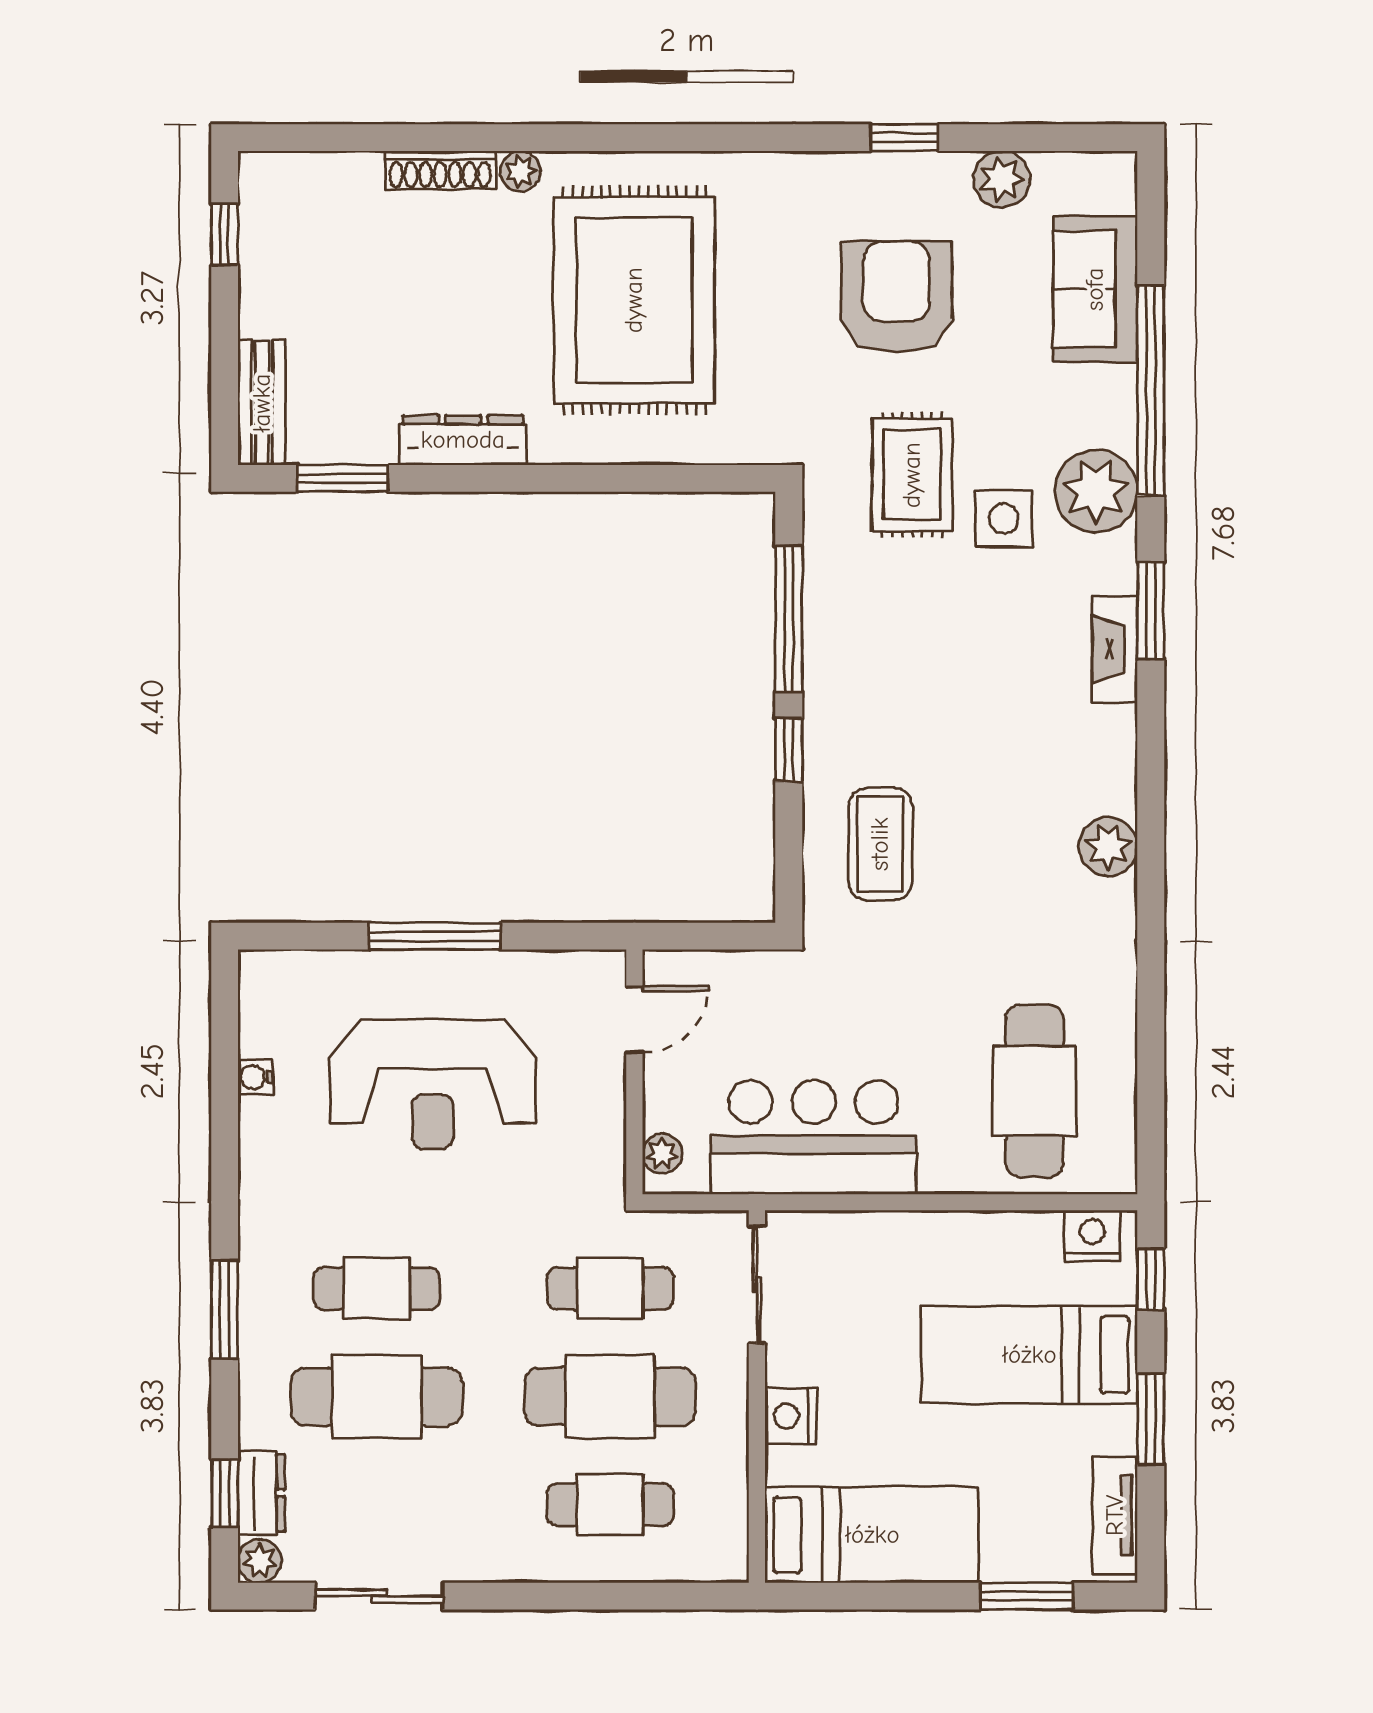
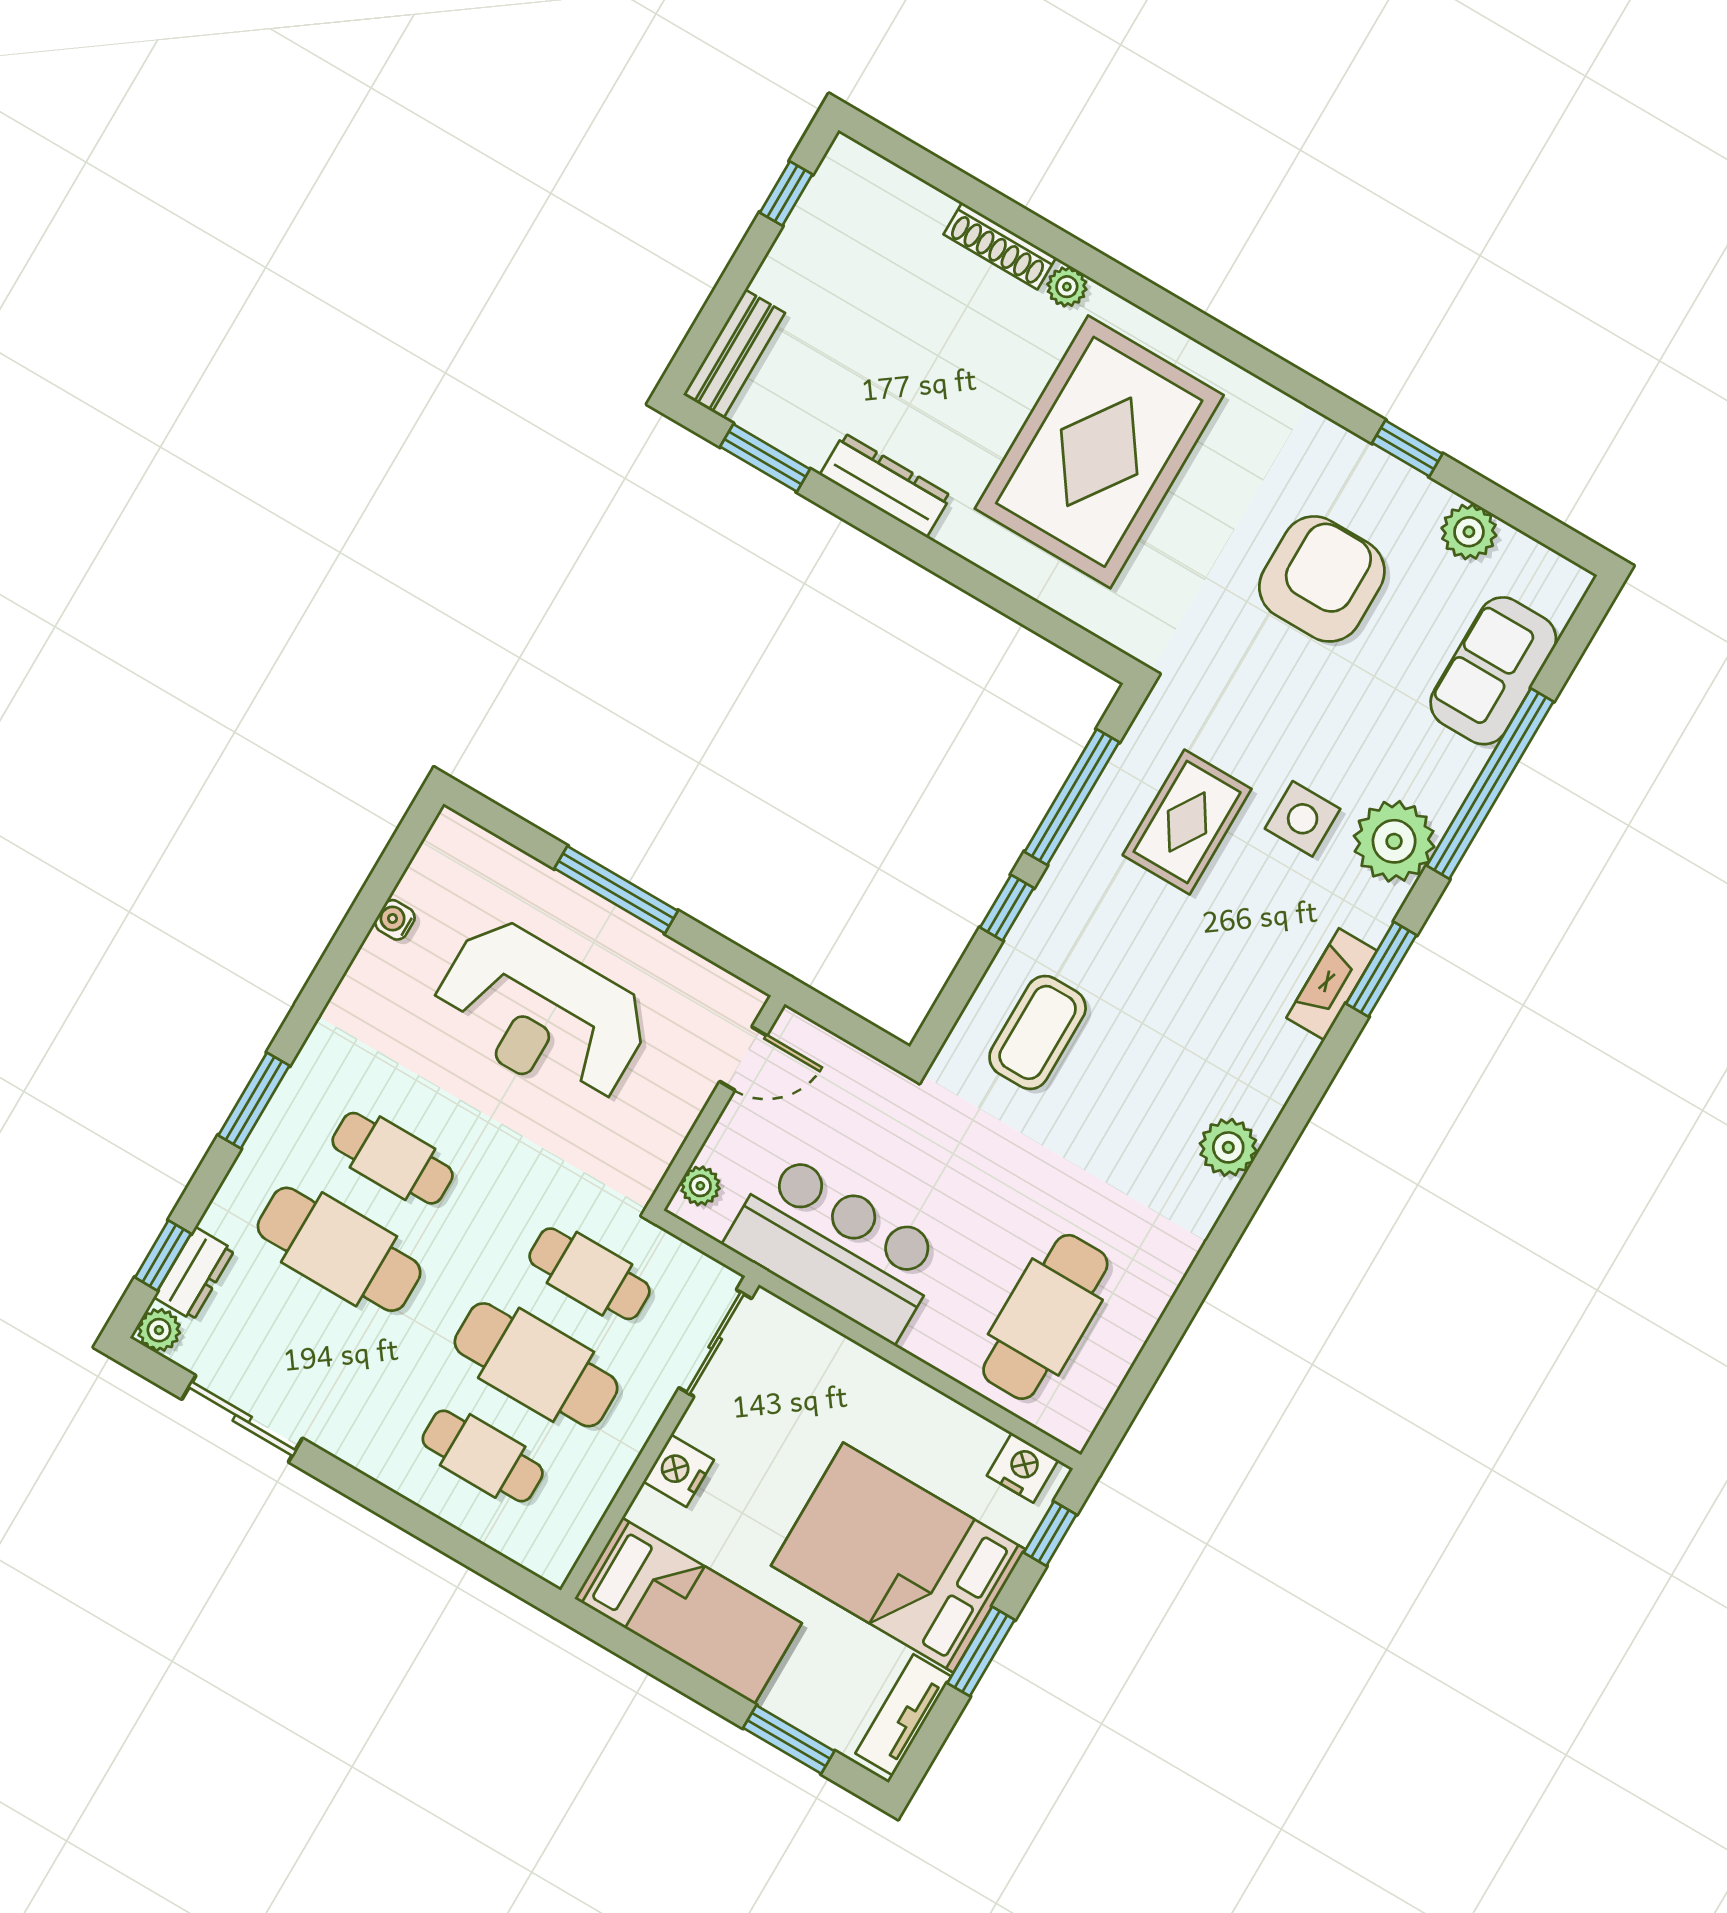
rug: (912, 475) -> (1187, 822), moved
bed: (1029, 1355) -> (898, 1558), width x1.50

